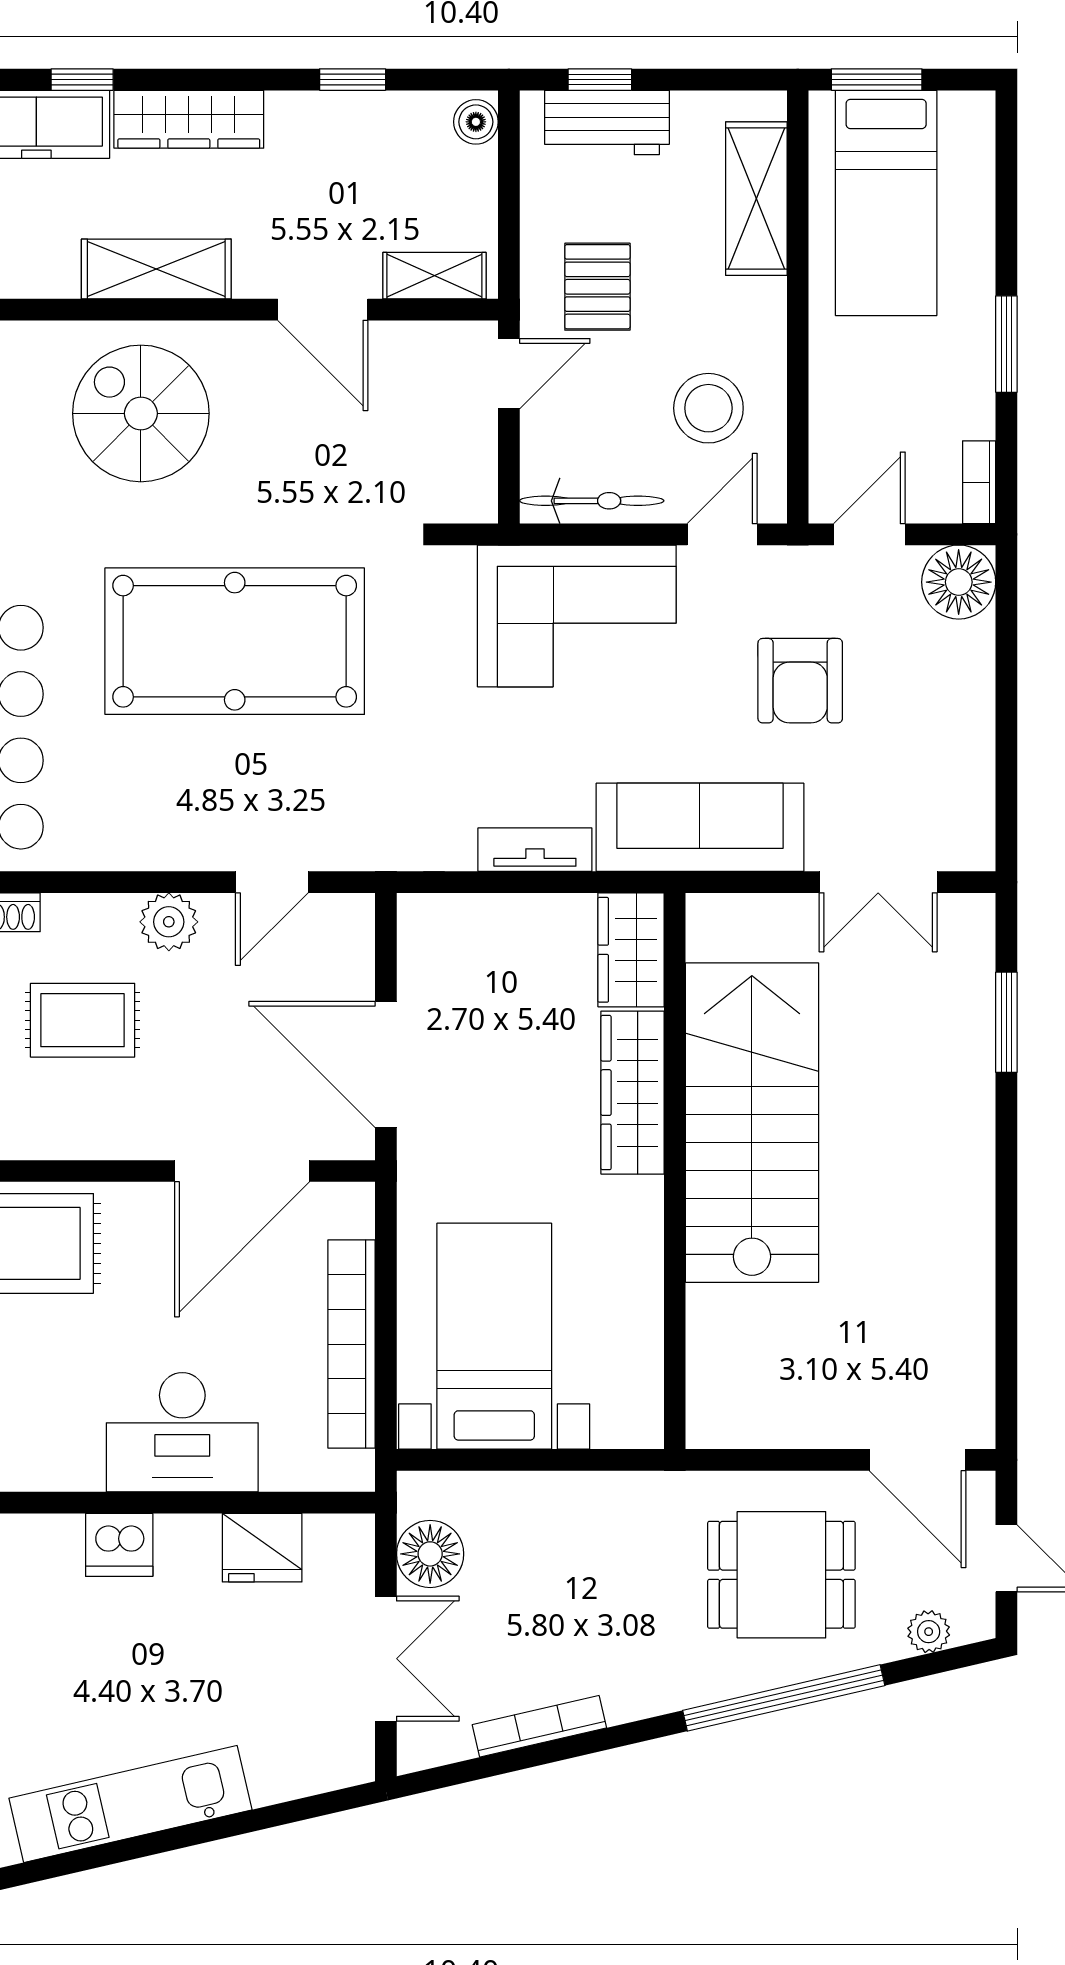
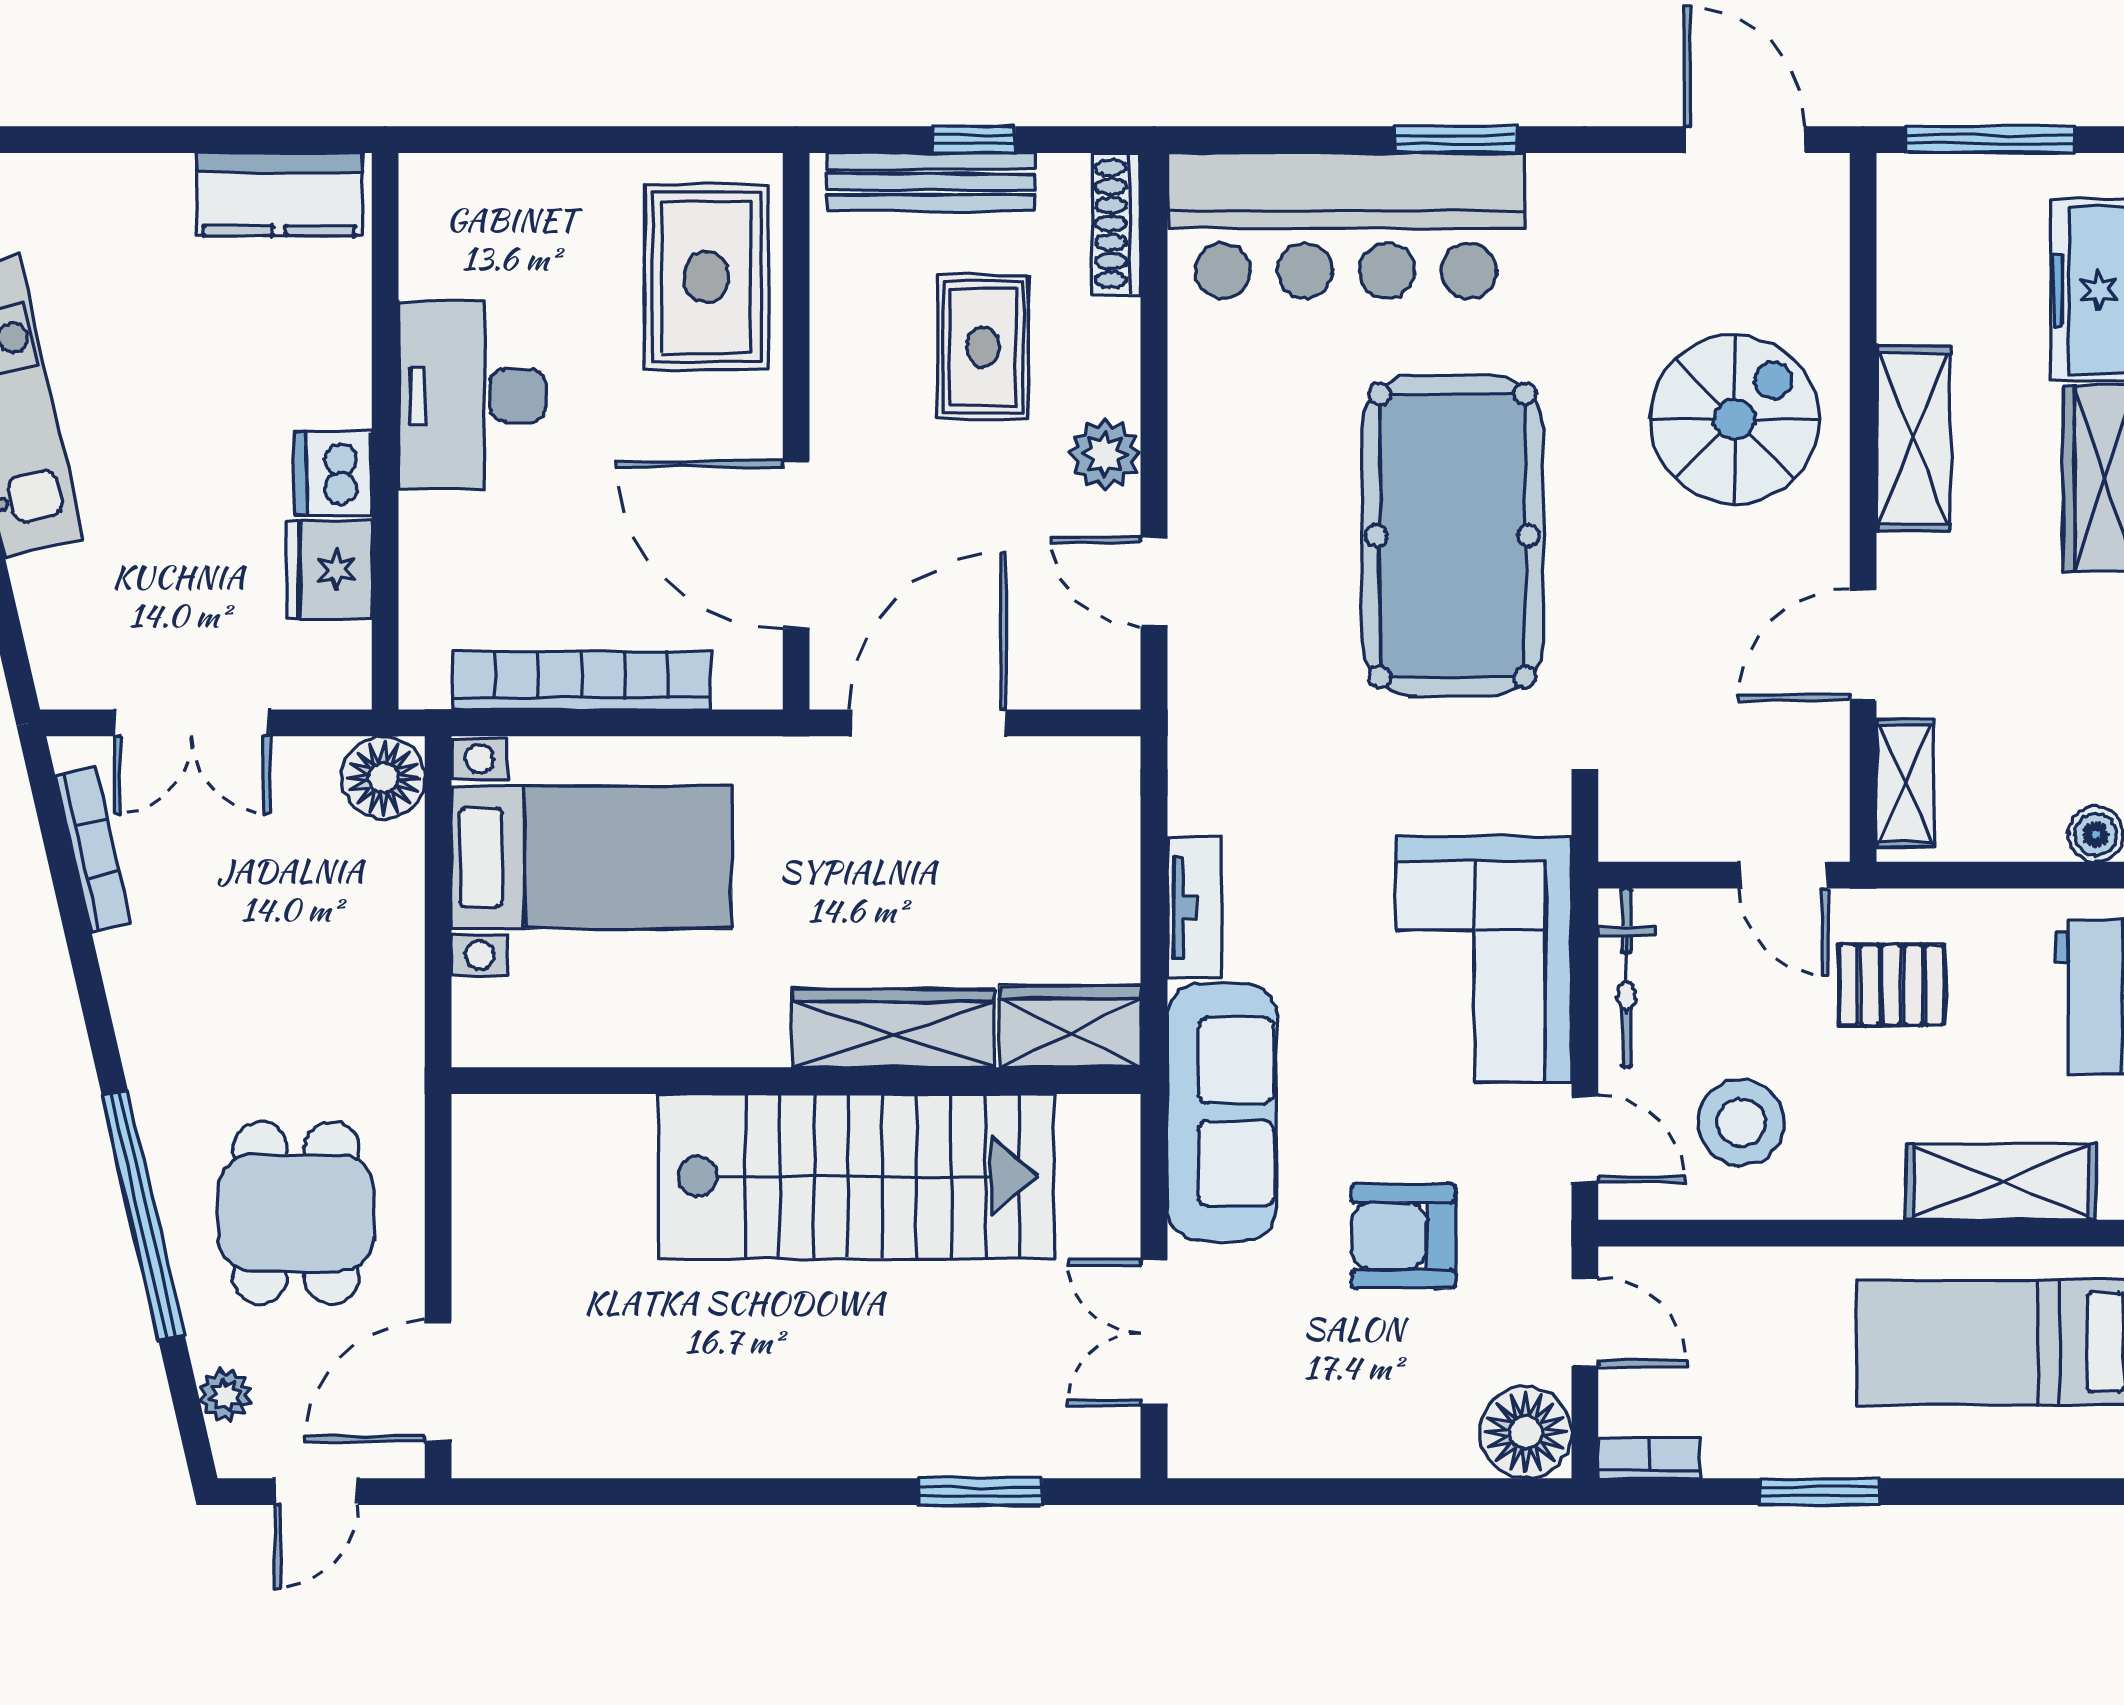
desk: (182, 1432) -> (472, 395), moved
dishwasher: (119, 1545) -> (333, 473), moved
floor lamp: (430, 1554) -> (383, 778), moved
bookcase: (539, 1726) -> (93, 849), moved

